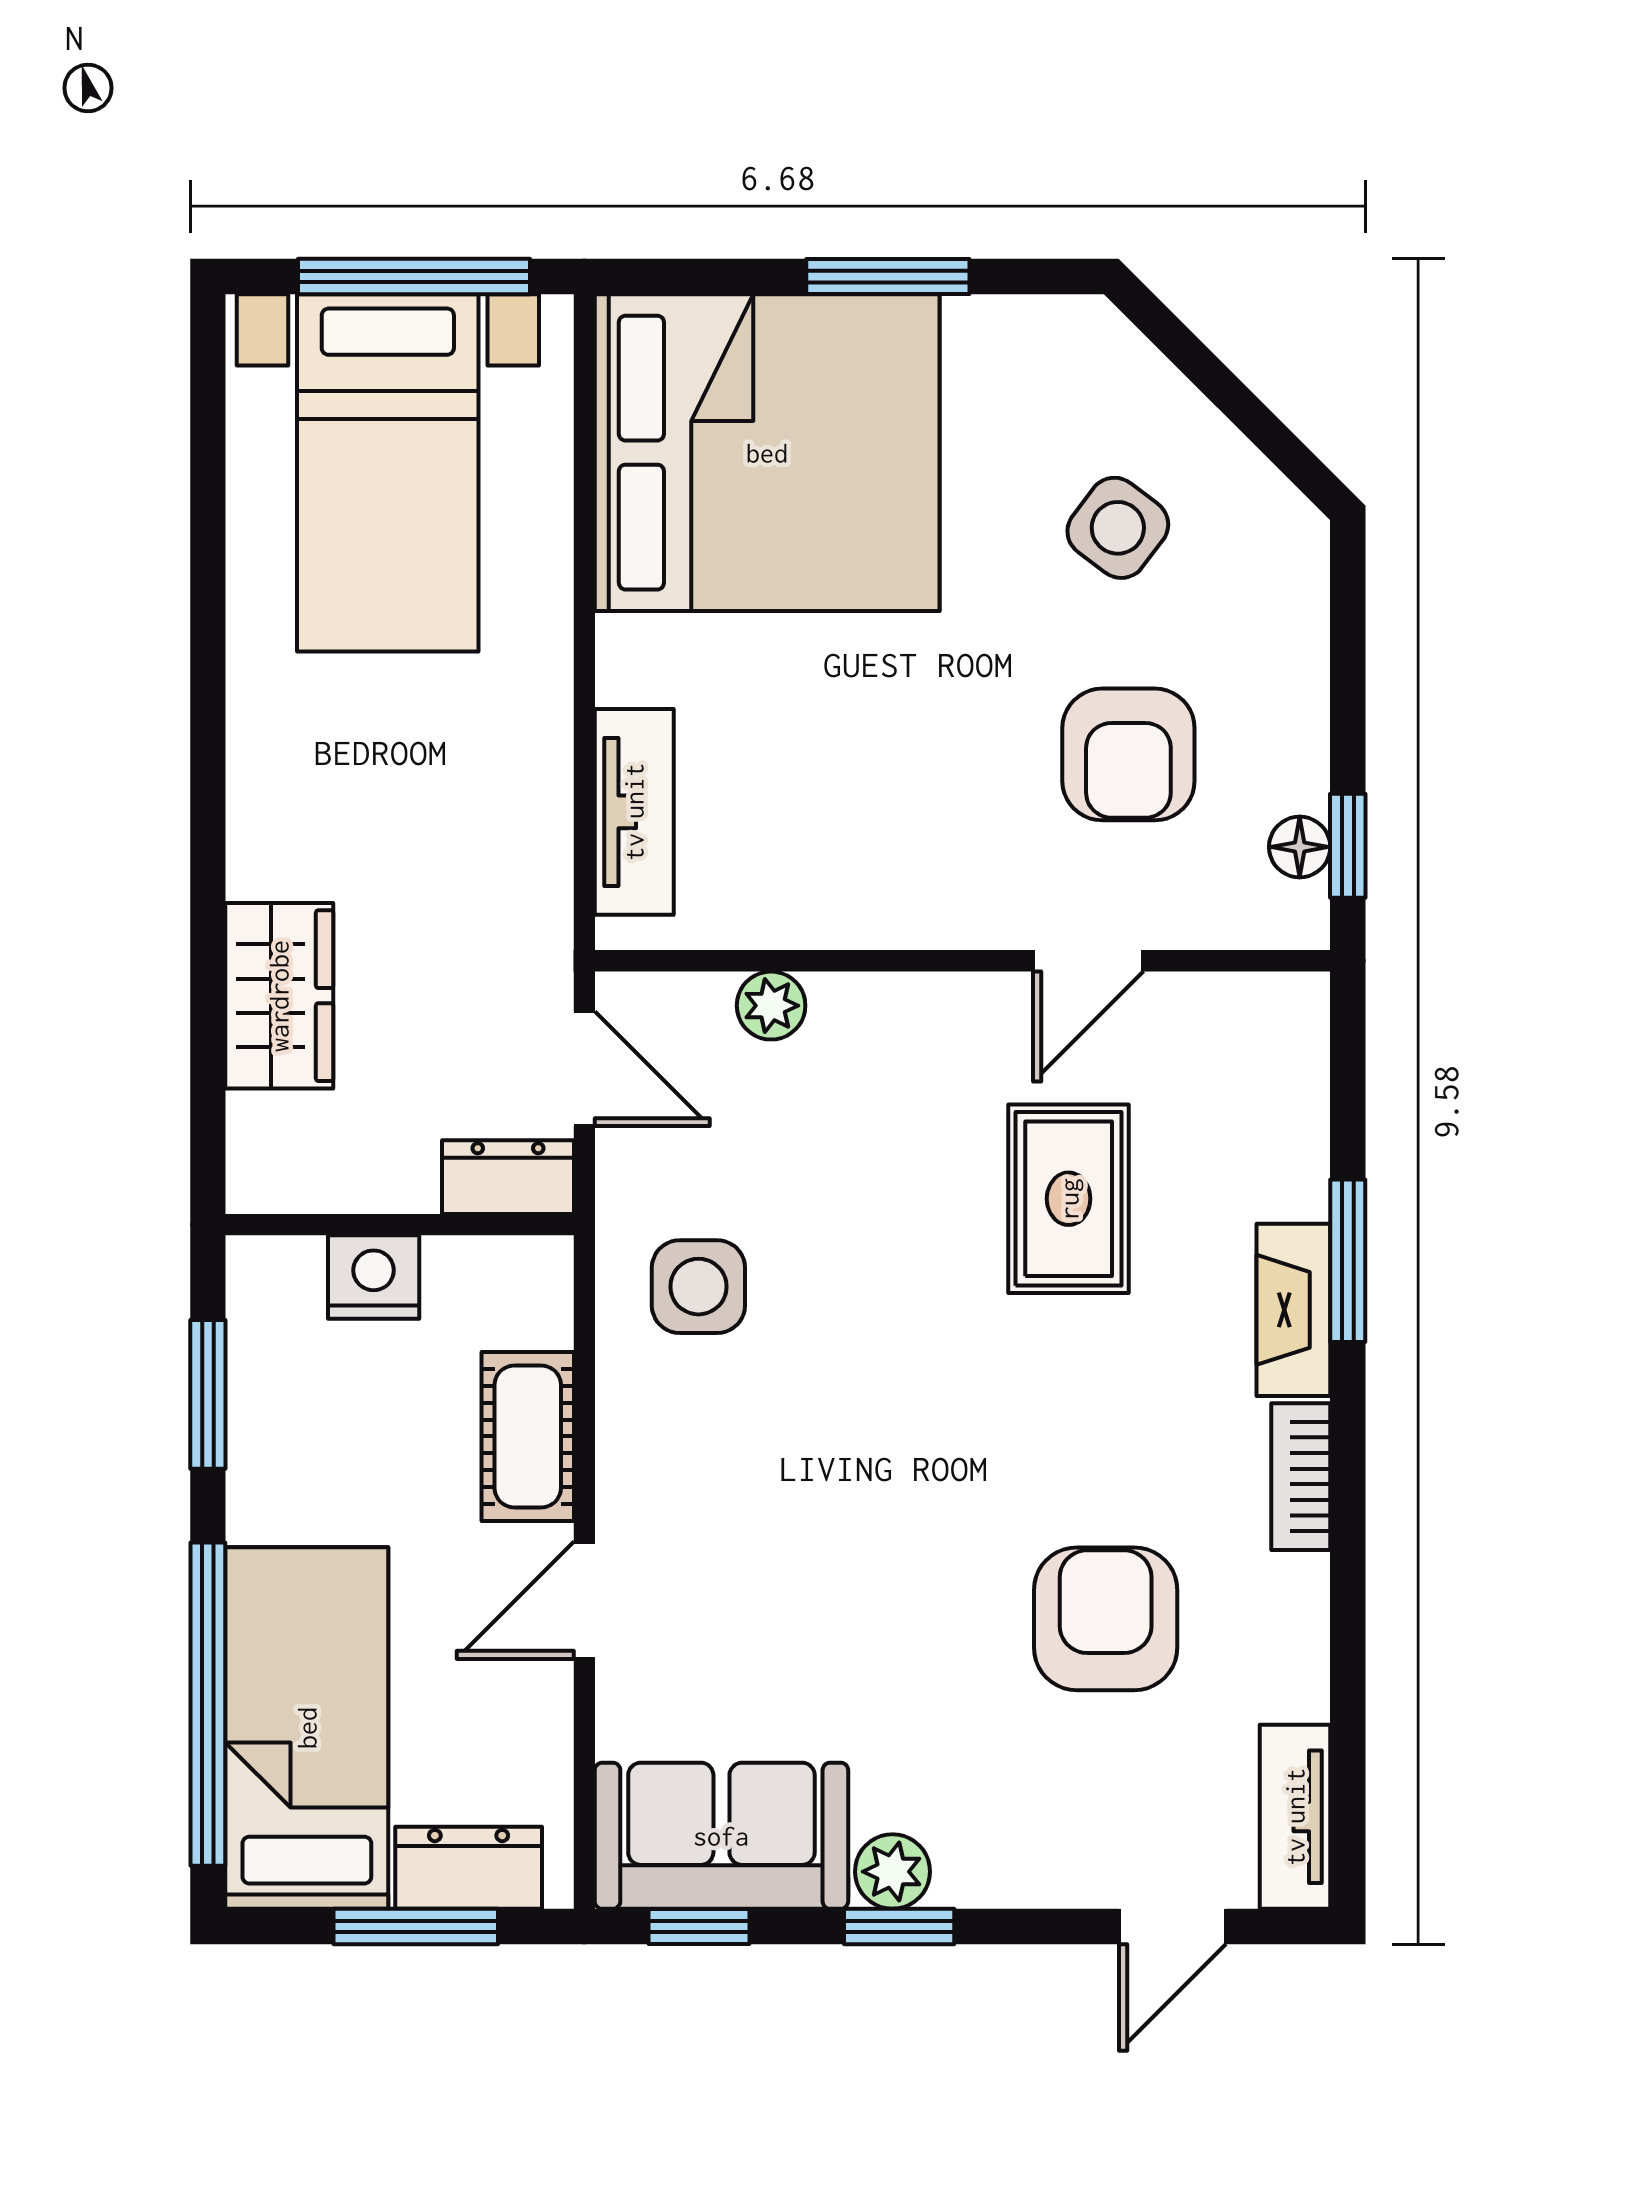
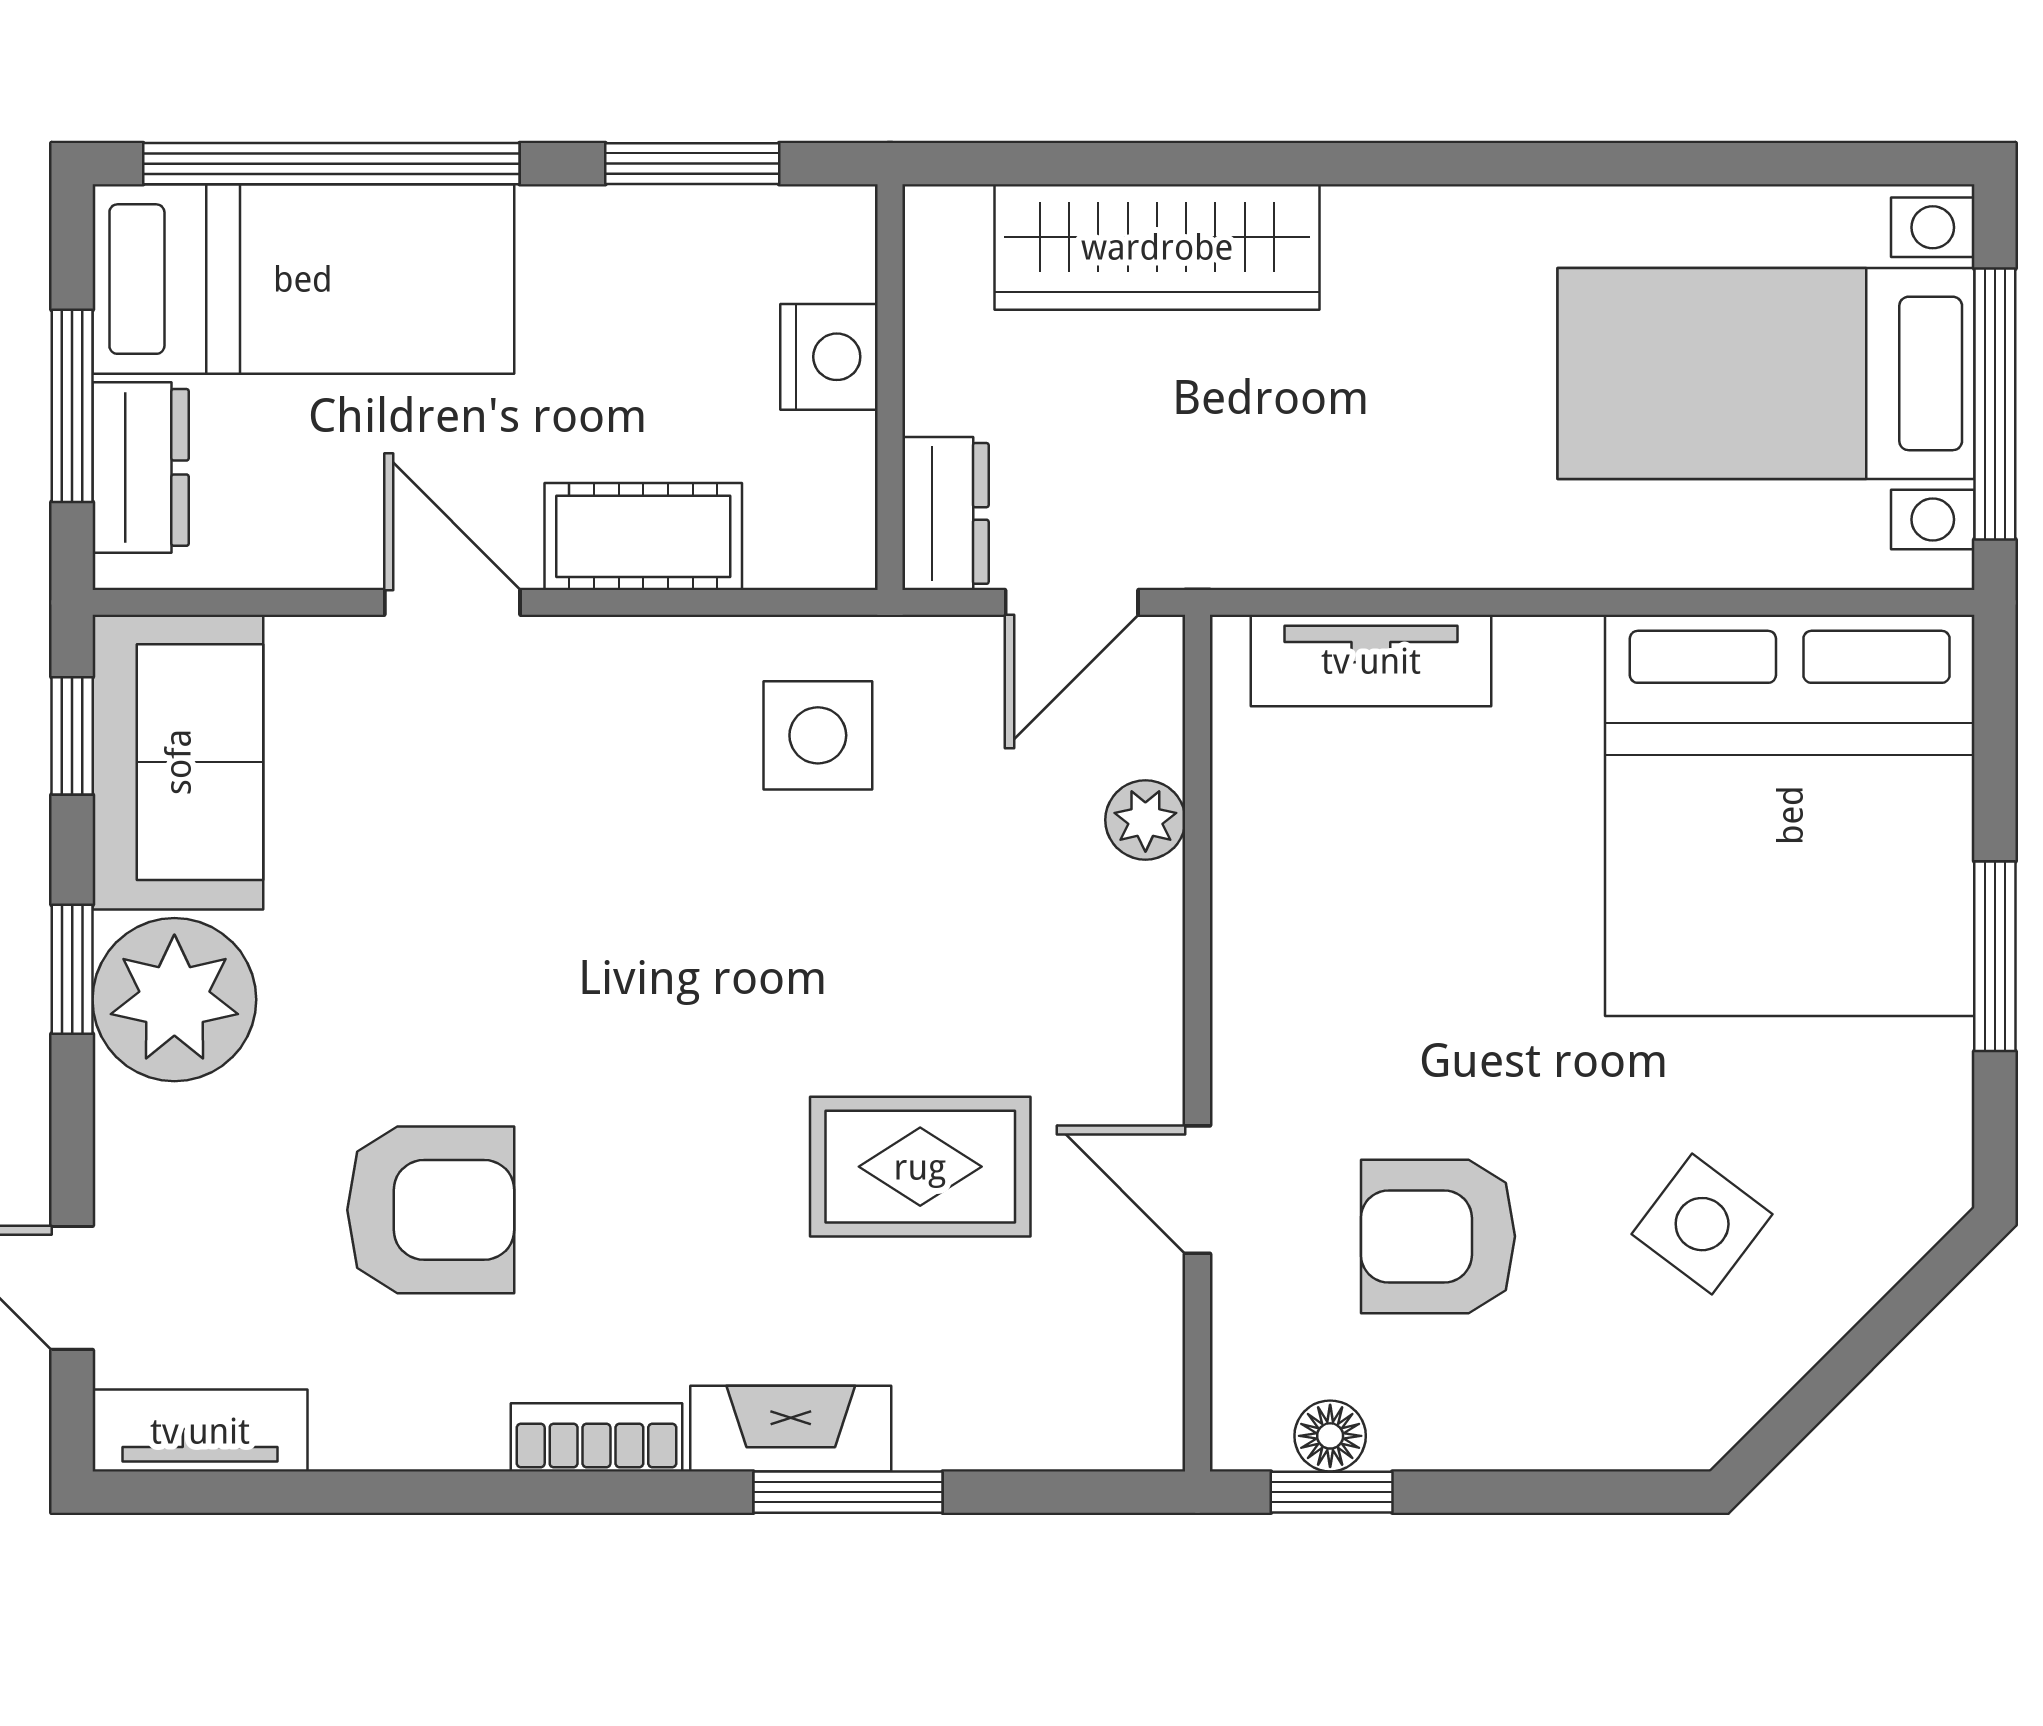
wardrobe: (279, 996) -> (1157, 247), width x1.50
plant: (892, 1872) -> (174, 1000), width x1.88, depth x1.88

